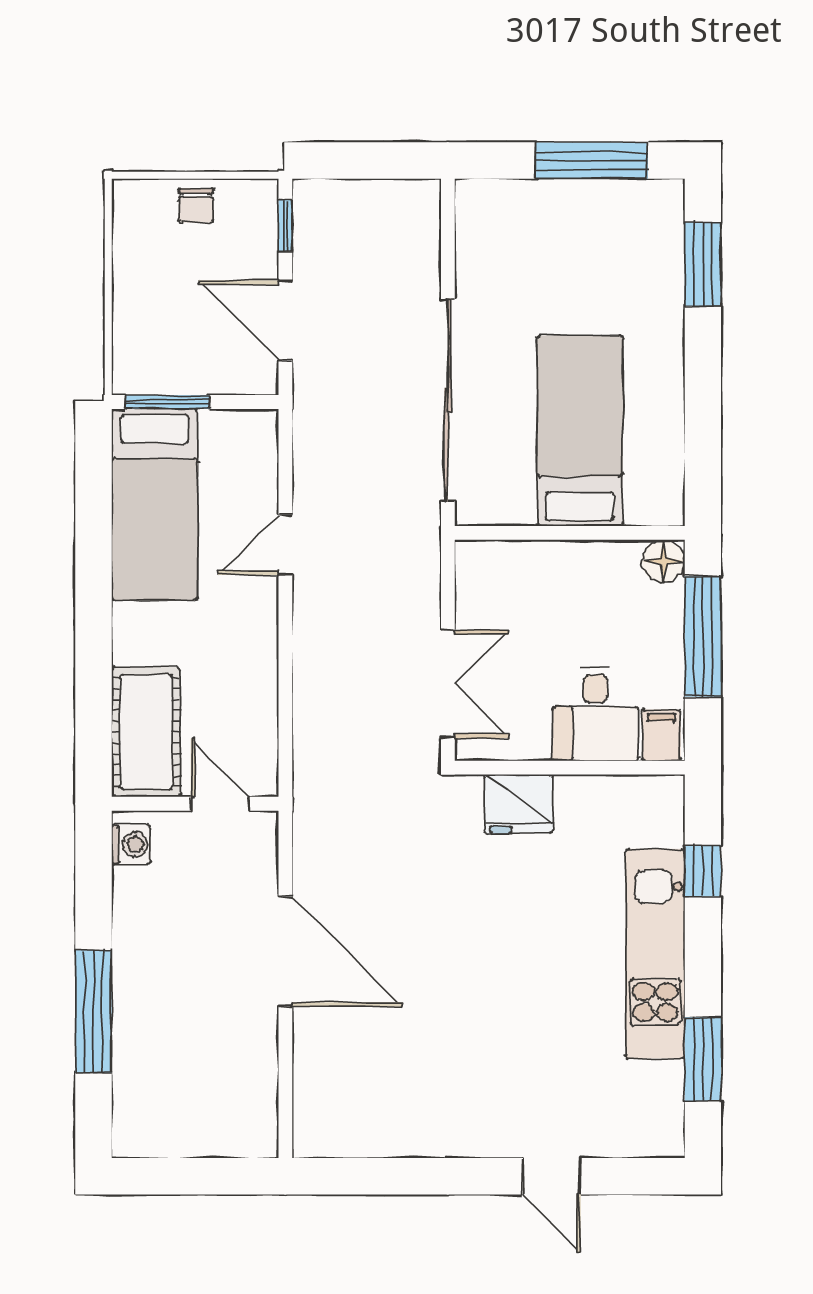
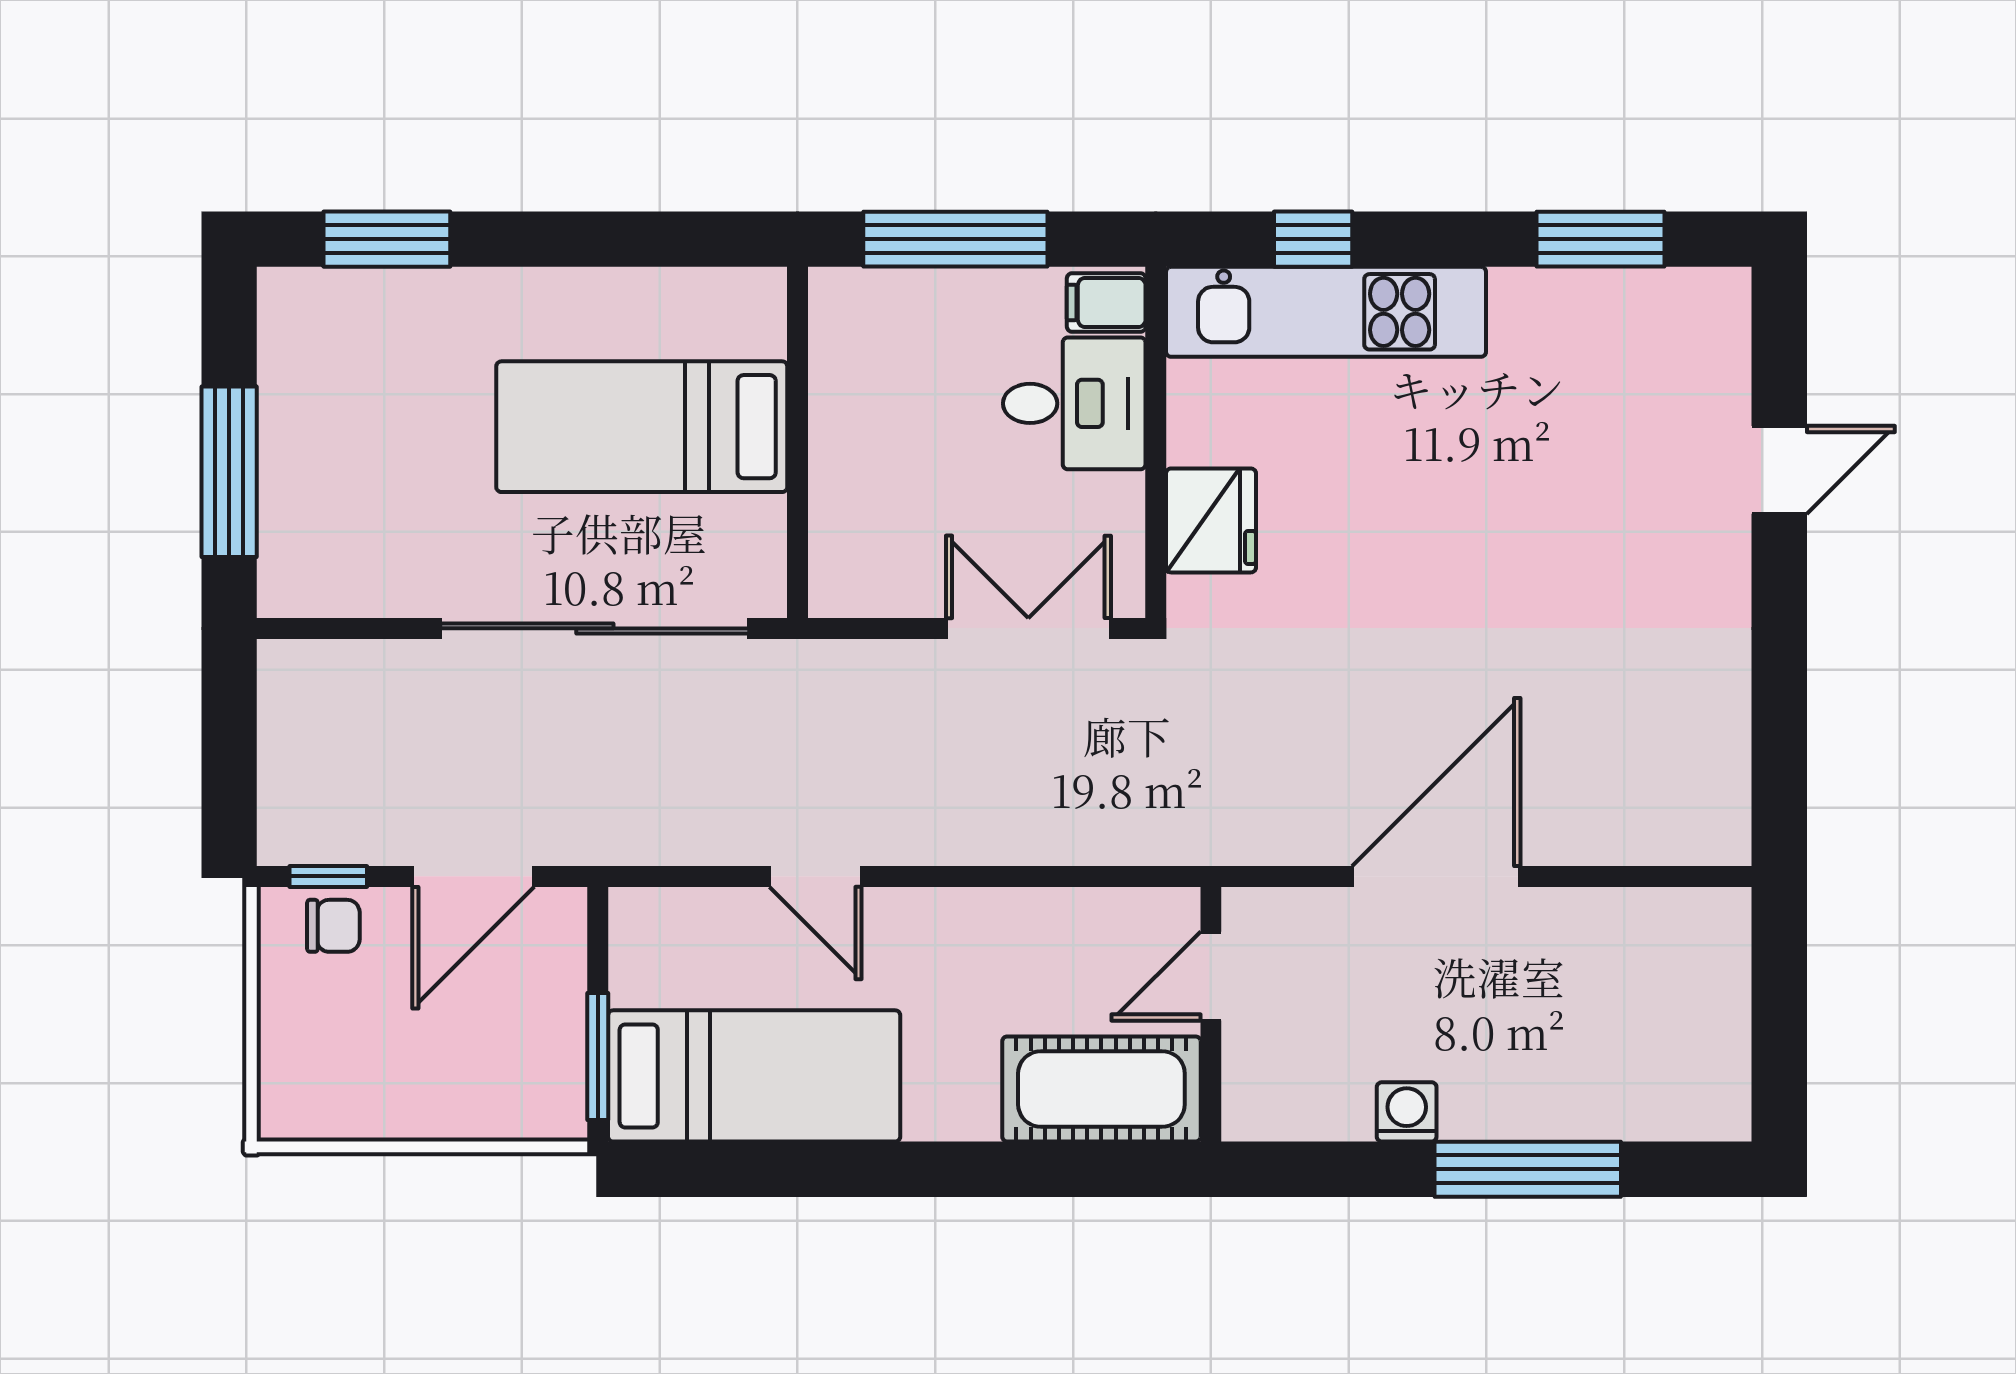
window: (592, 160) -> (229, 472), moved
chair: (196, 205) -> (333, 926), moved
floor lamp: (663, 561) -> (841, 300), removed
washing machine: (131, 844) -> (1407, 1112), moved
kitchen unit: (655, 954) -> (1326, 312), moved

